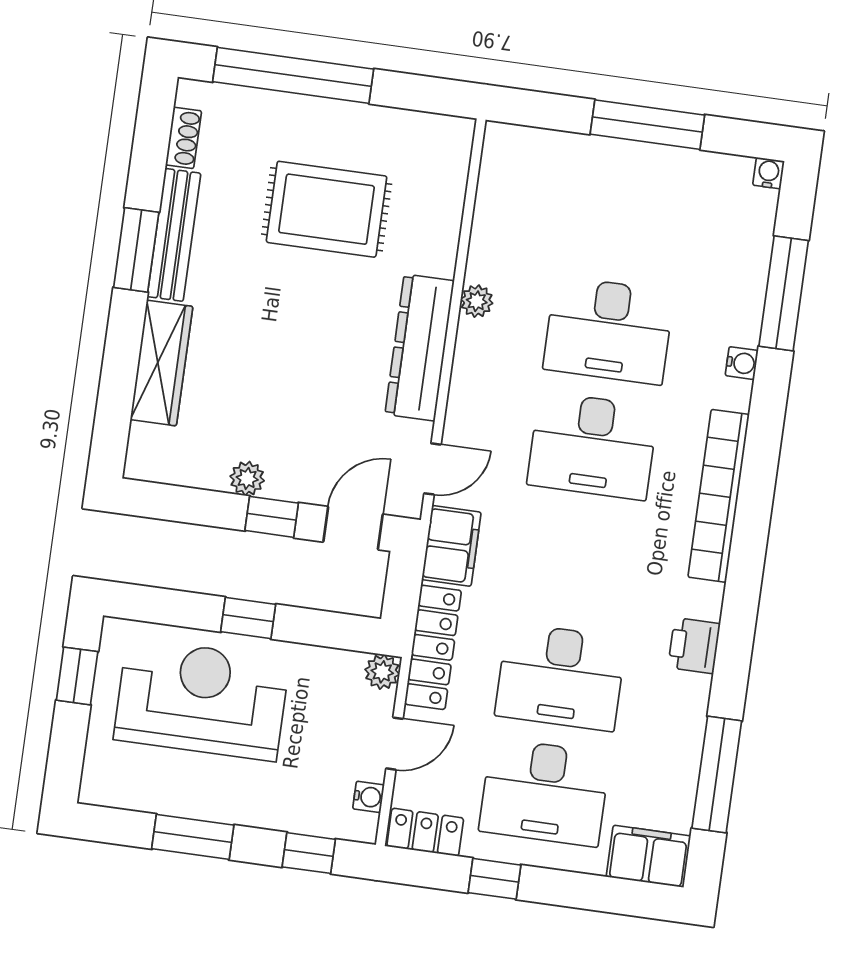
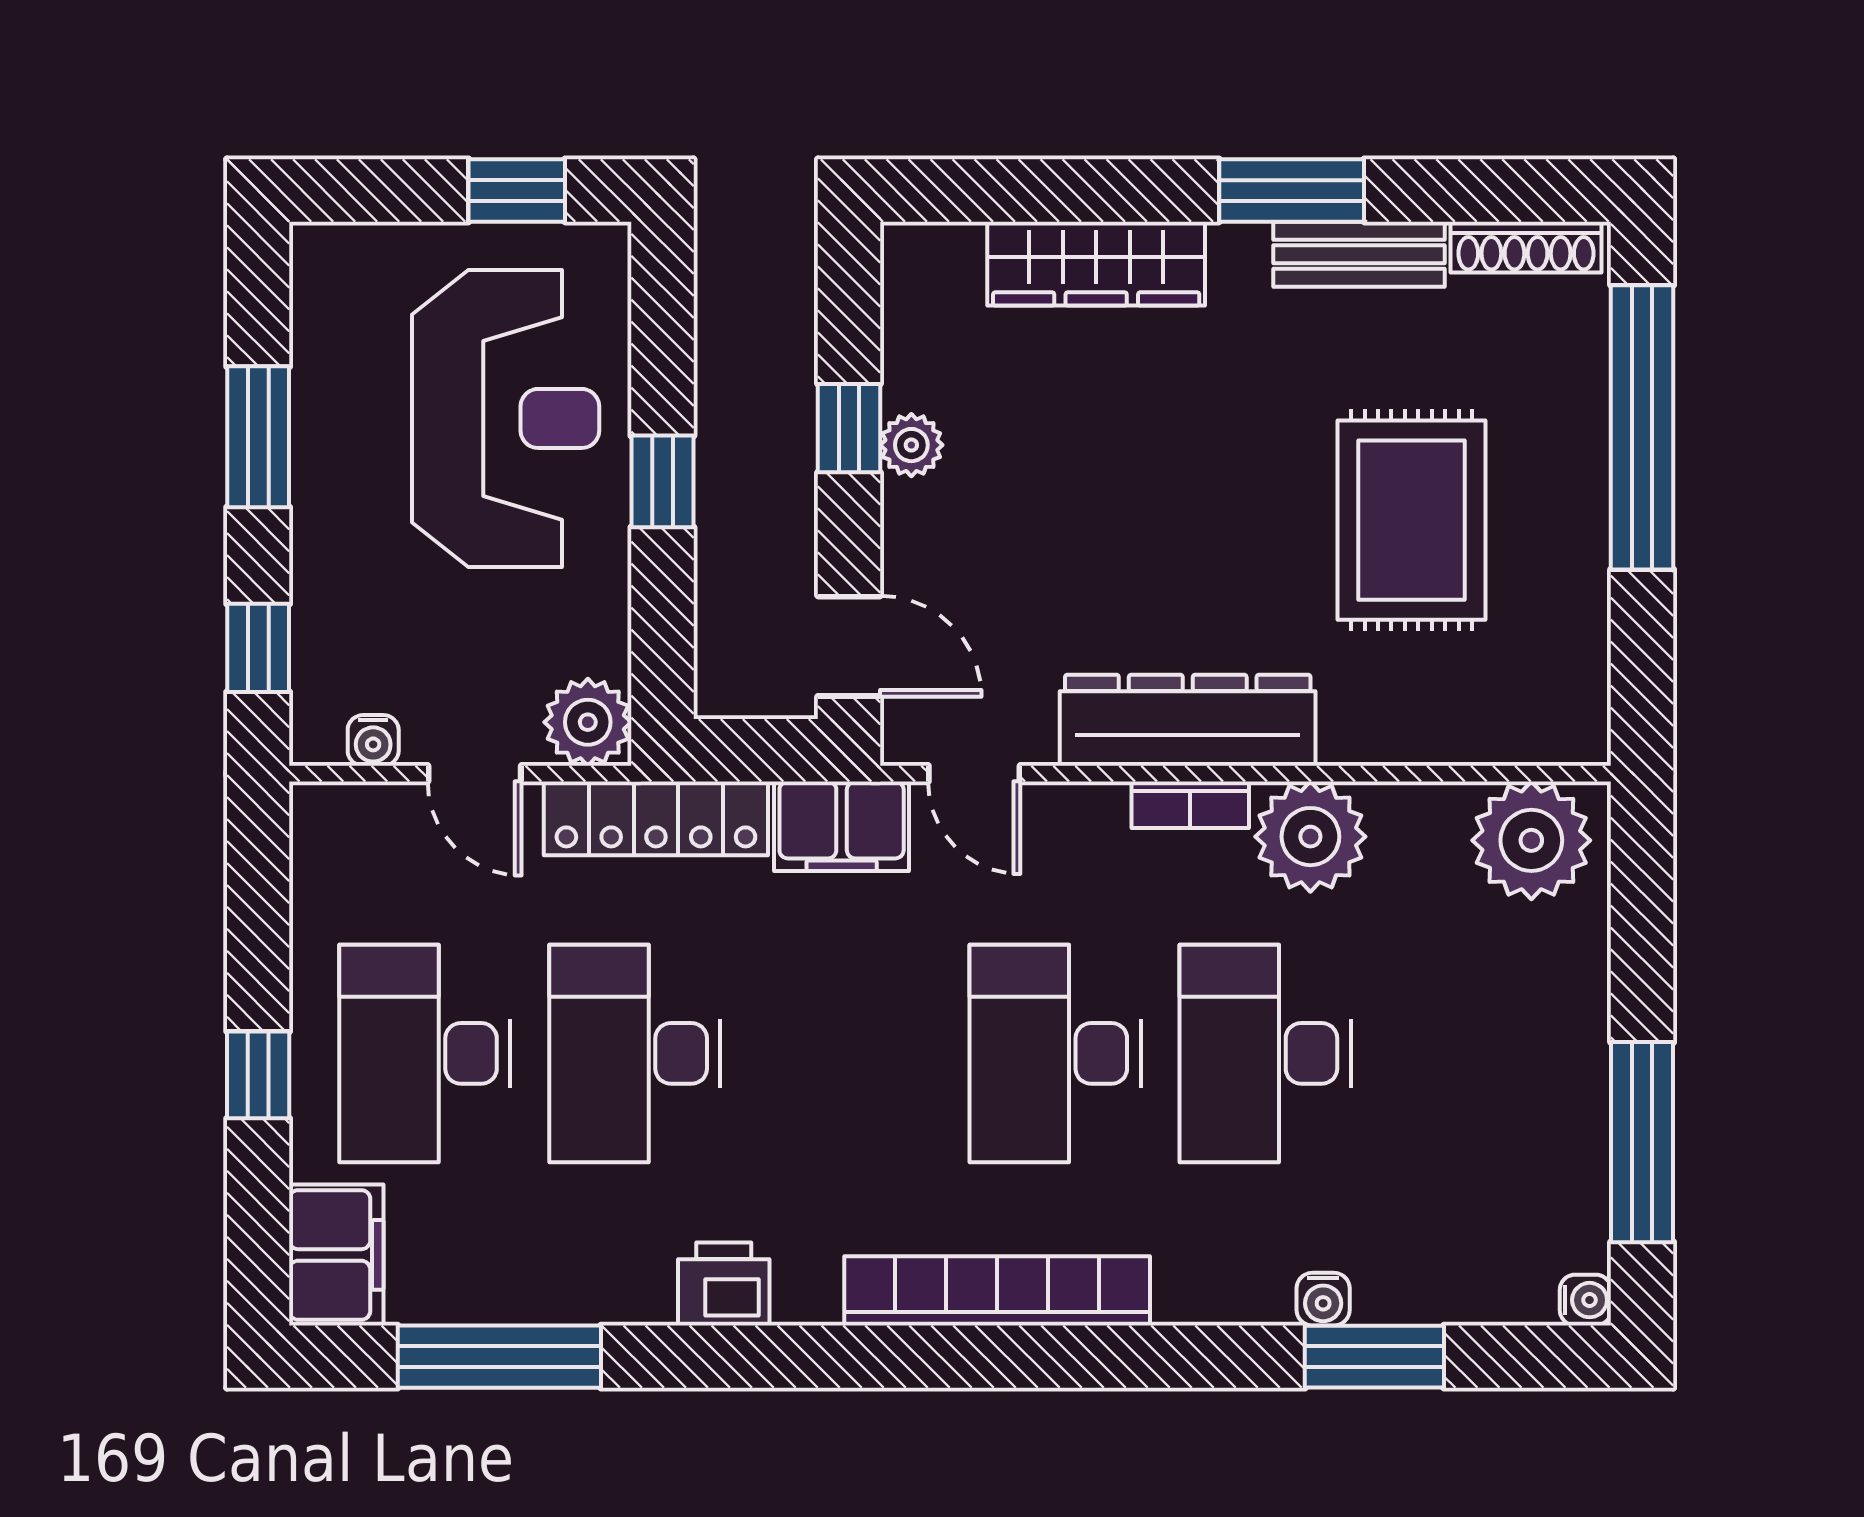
window: (647, 125) -> (1642, 1142), moved
shoe rack: (183, 138) -> (1526, 247), width x1.43
plant: (512, 168) -> (1531, 840), added
bench: (174, 235) -> (1359, 254), width x0.73
window: (784, 293) -> (1374, 1357), width x0.69
plant: (477, 301) -> (1310, 837), width x1.88, depth x1.88
bookcase: (466, 353) -> (1190, 805), added
water cooler: (742, 363) -> (1323, 1299), moved
window: (272, 517) -> (849, 428), moved
plant: (382, 672) -> (588, 722), width x1.38, depth x1.38
locker: (425, 832) -> (324, 850), removed
window: (494, 879) -> (258, 1075), moved

